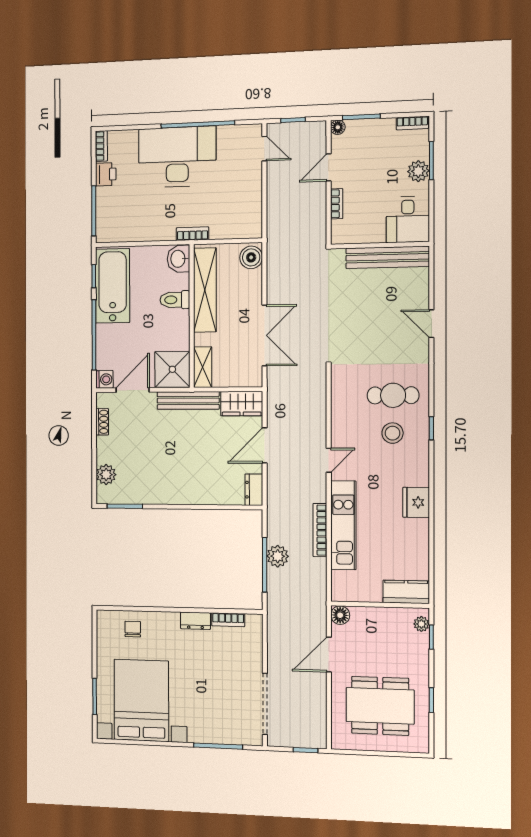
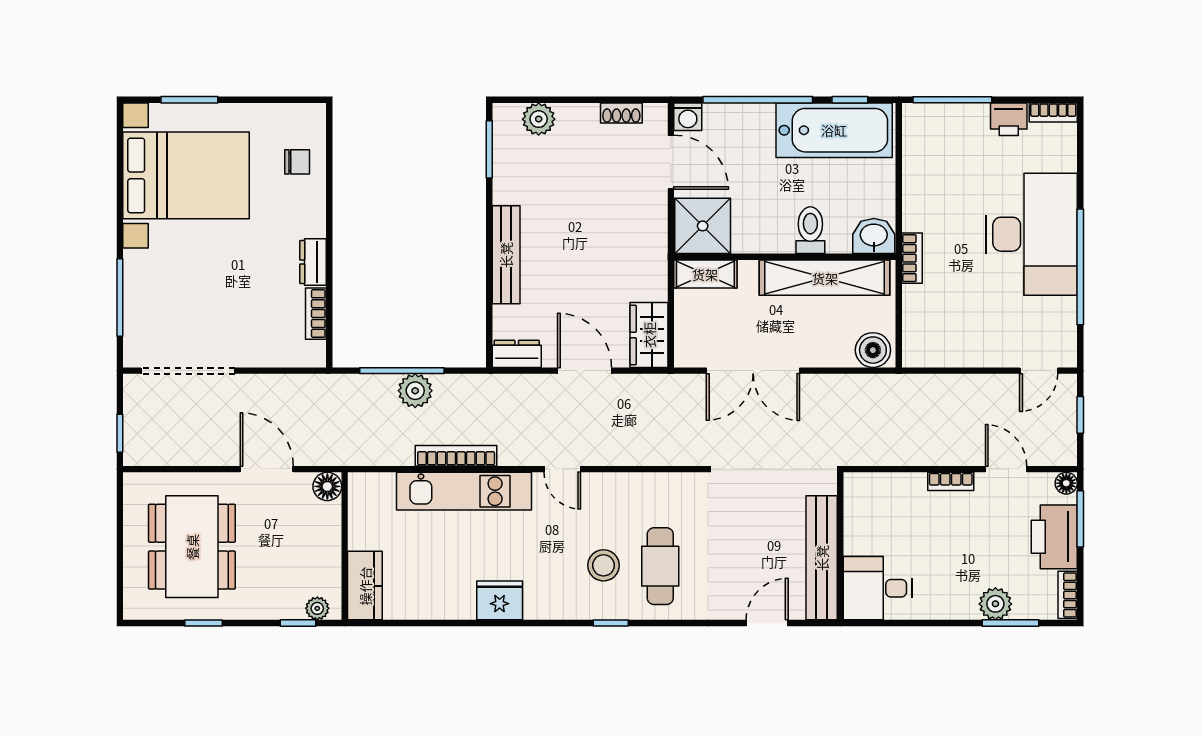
printer: (373, 134) -> (1054, 537), added
desk: (408, 219) -> (878, 588), moved
wall: (380, 245) -> (840, 546), moved
bench: (387, 257) -> (822, 558), moved
bench: (188, 401) -> (506, 255), moved

